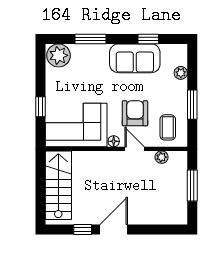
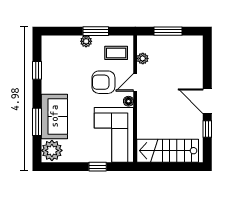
sofa: (135, 58) -> (54, 116), moved
plant: (181, 73) -> (86, 41), moved

